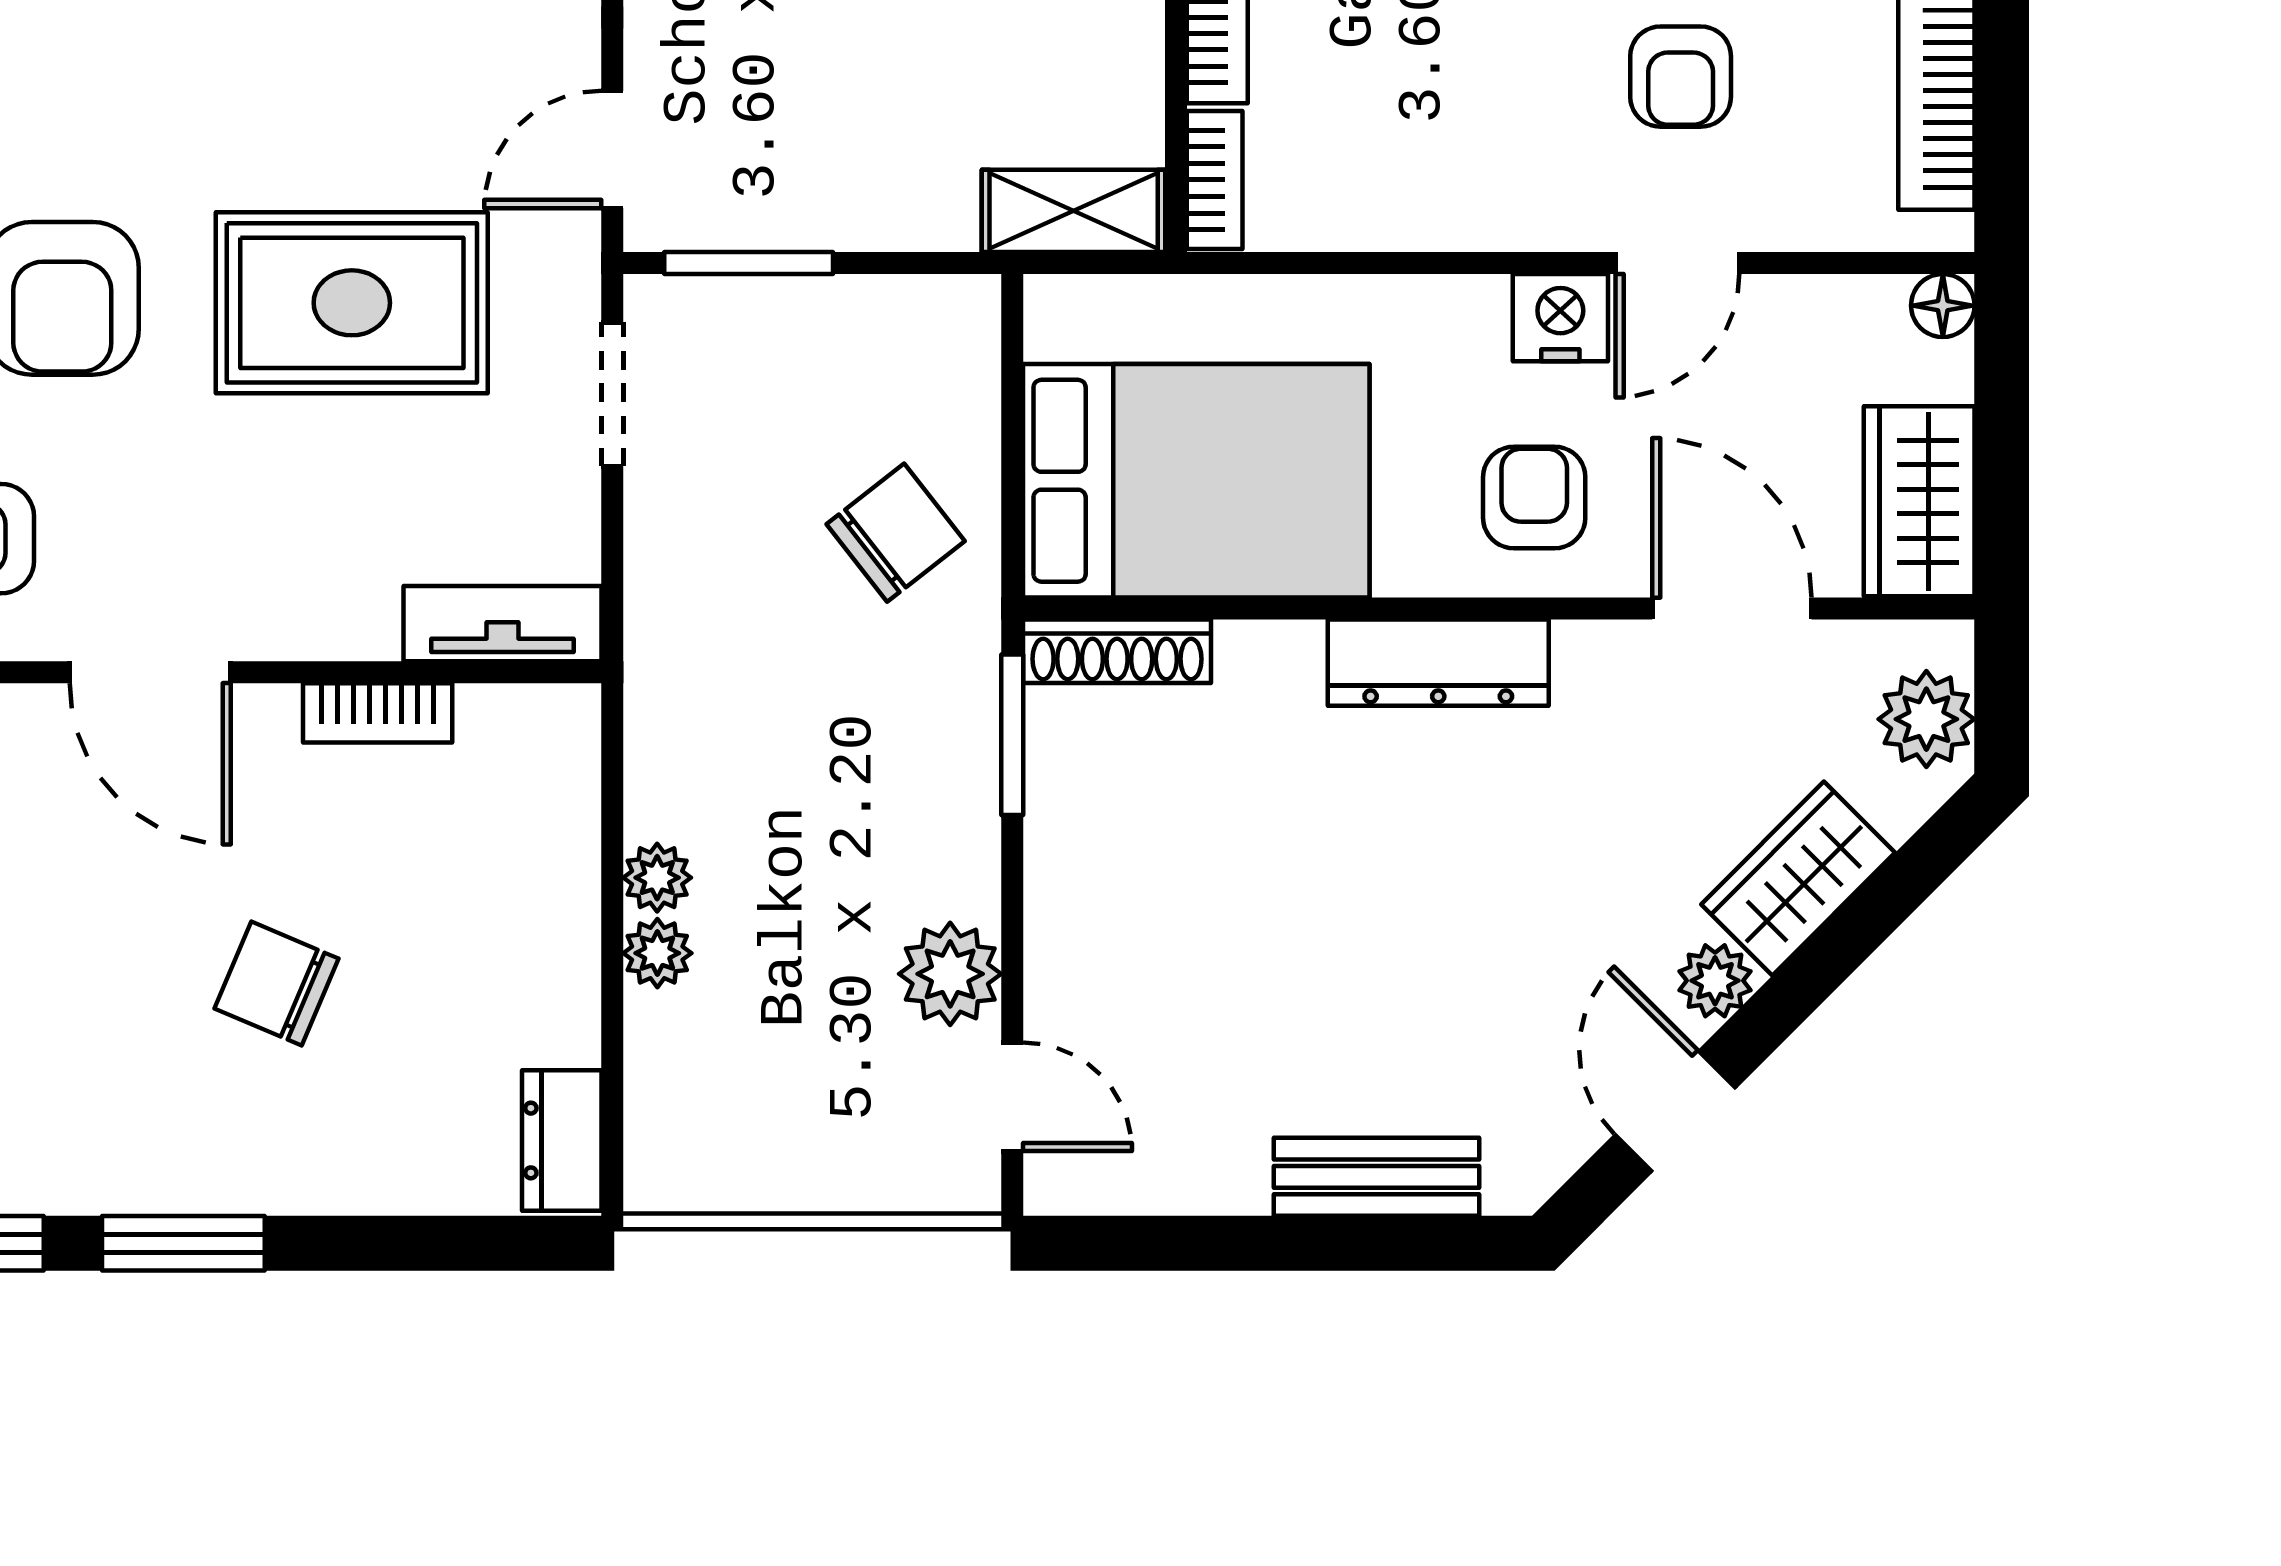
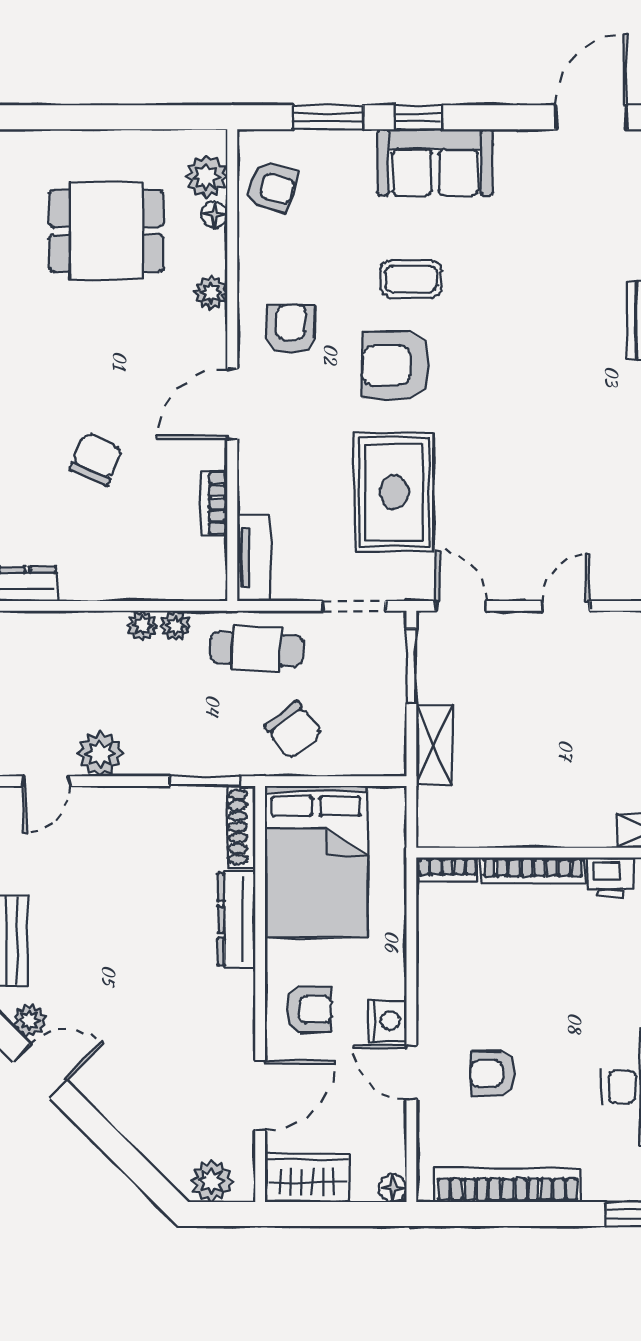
shelving: (1074, 211) -> (434, 745), moved
cafe table: (710, 617) -> (256, 649), added
dresser: (1438, 663) -> (236, 919), moved
wardrobe: (1798, 879) -> (142, 1125), removed
plant: (657, 953) -> (175, 626), moved
plant: (1715, 981) -> (29, 1021), moved

